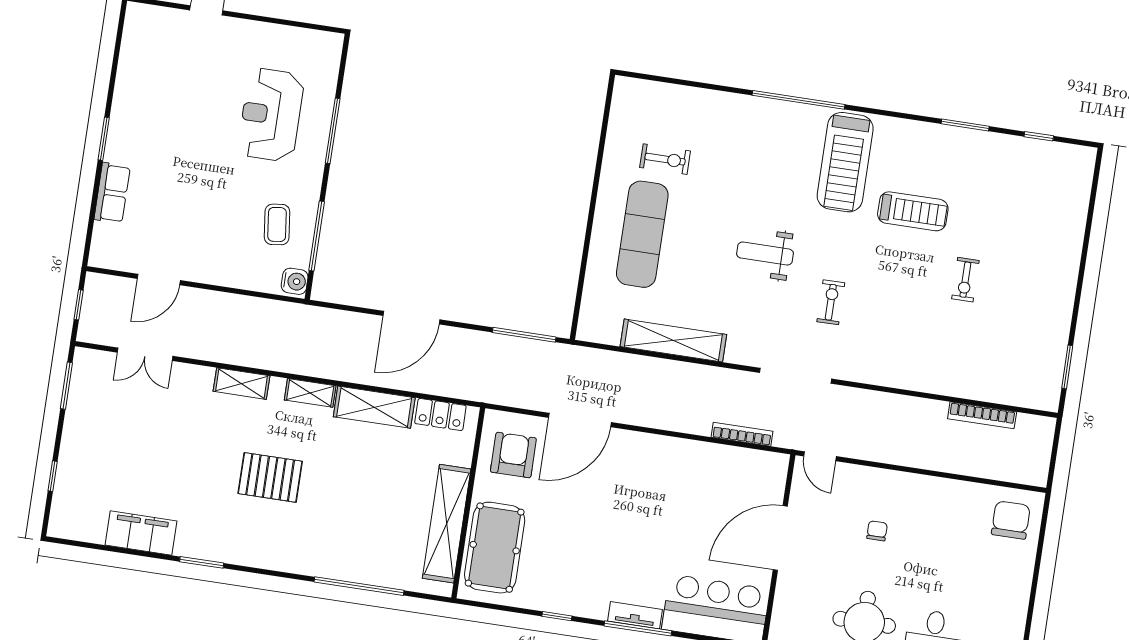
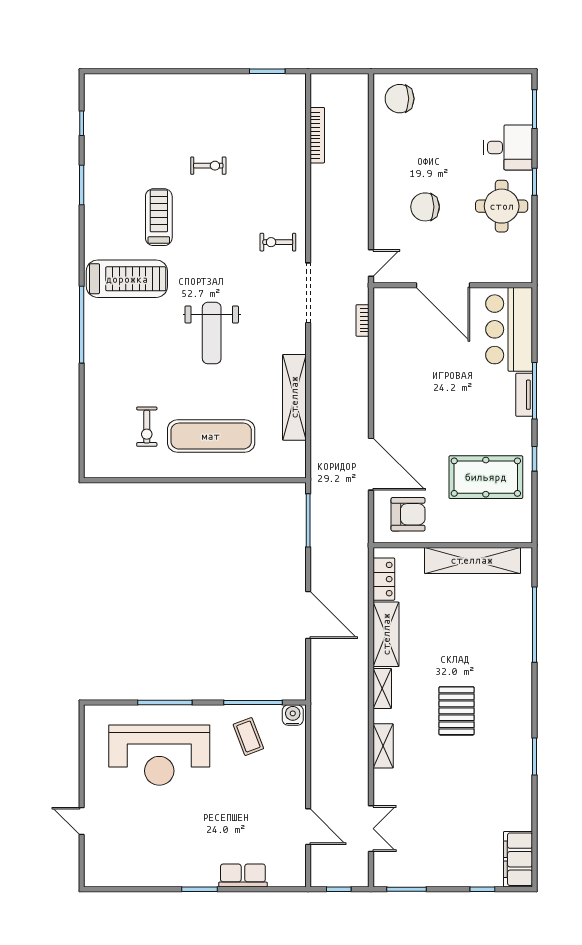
reception desk: (271, 115) -> (159, 755), width x1.36, depth x1.30
exercise bike: (665, 159) -> (147, 427), turned 180
coffee table: (277, 224) -> (248, 737), turned 76
weight bench: (765, 254) -> (212, 333), width x1.36, depth x1.33
exercise bike: (831, 302) -> (278, 242), moved
bookcase: (742, 434) -> (363, 320), width x0.64
armchair: (513, 455) -> (408, 514), turned 180
chair: (877, 531) -> (425, 207), width x1.87, depth x1.87
filing cabinet: (141, 533) -> (518, 859), moved
pool table: (495, 548) -> (486, 477), moved

